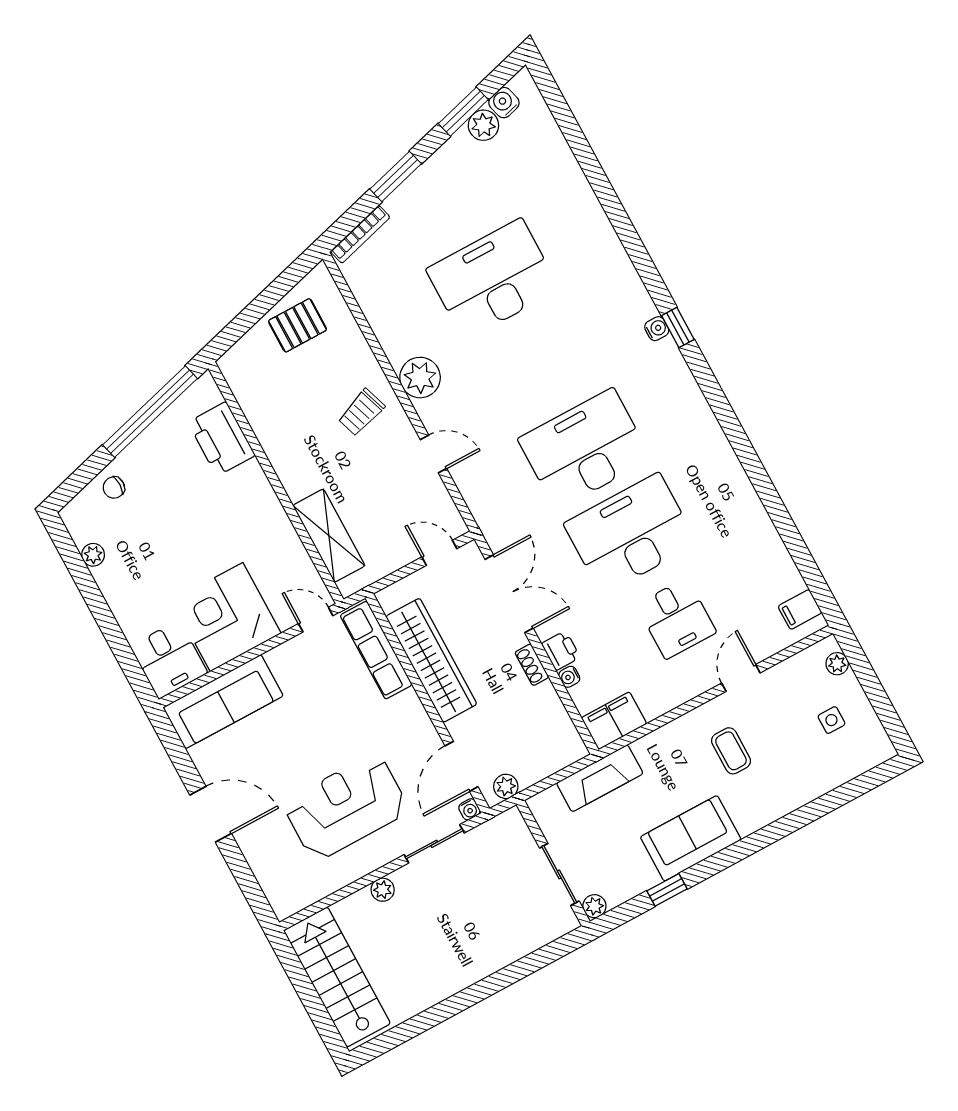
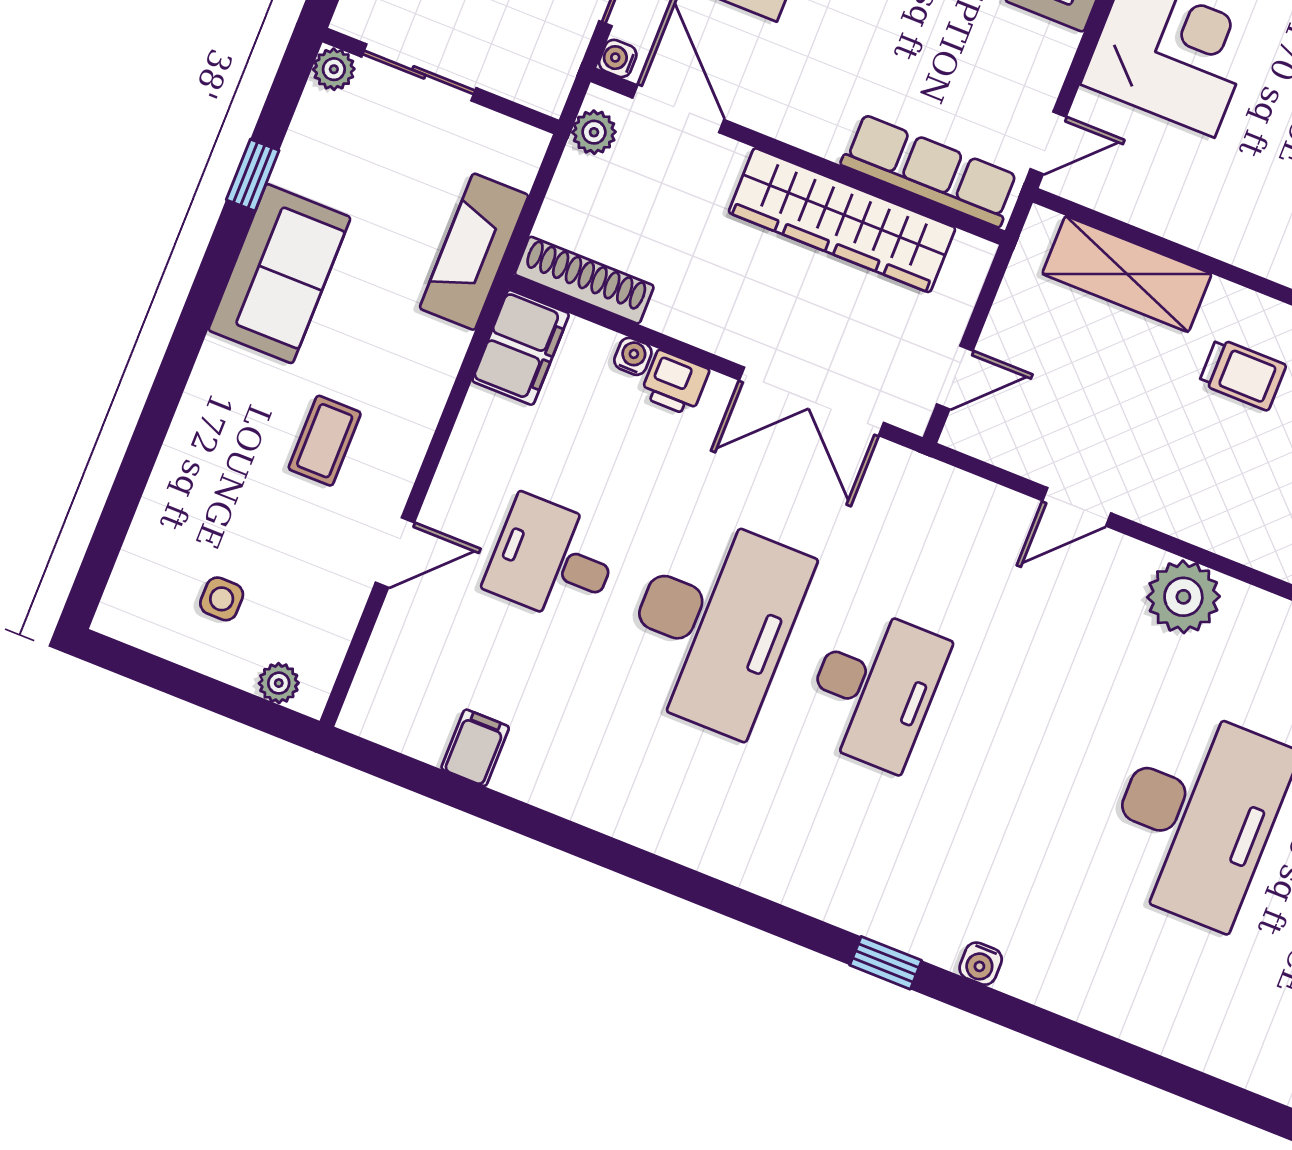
water cooler: (657, 329) -> (981, 964), moved
trolley: (361, 412) -> (1243, 374), moved, turned 109
desk: (585, 449) -> (874, 688), width x0.73, depth x0.77
filing cabinet: (800, 609) -> (475, 748), moved
shoe rack: (532, 665) -> (584, 280), moved, width x1.94, depth x1.24
door: (741, 678) -> (395, 552), hinge flipped
coffee table: (731, 751) -> (325, 441), turned 90

